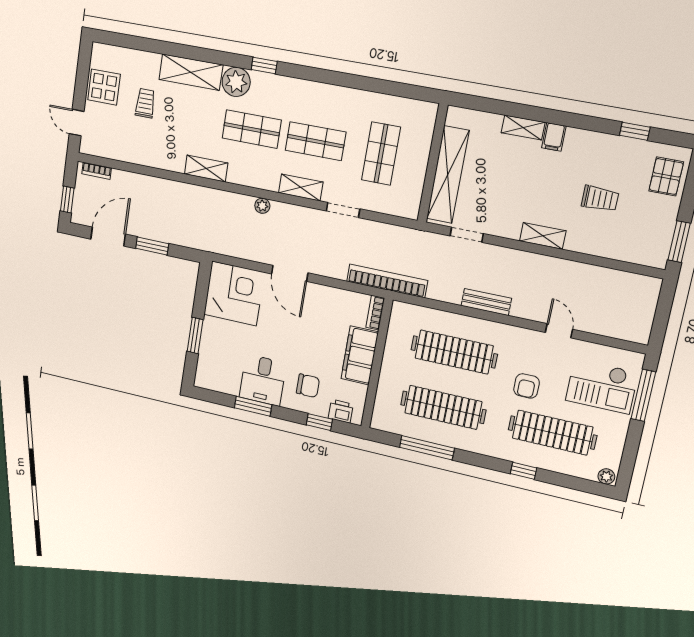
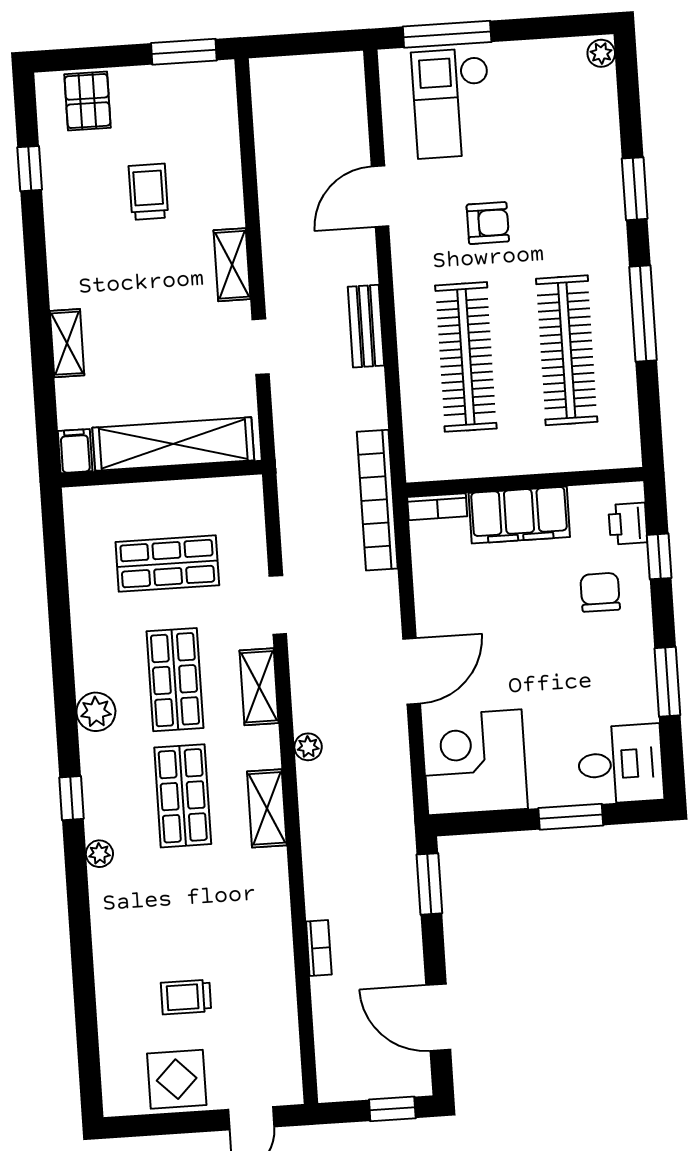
shelving: (191, 72) -> (113, 925), removed
plant: (236, 82) -> (99, 854), width x0.53, depth x0.53
plant: (308, 91) -> (96, 712), added
filing cabinet: (554, 137) -> (75, 451), moved, turned -90
shelving: (206, 169) -> (267, 808), moved
bookcase: (97, 171) -> (319, 948), moved
pallet: (666, 176) -> (87, 101), turned 90
doorway: (467, 235) -> (261, 347), moved
window: (152, 246) -> (429, 884), moved
door: (559, 331) -> (380, 196), width x1.38
desk: (263, 380) -> (621, 764), moved
checkout: (602, 386) -> (452, 103), turned 180
clothes rail: (552, 433) -> (554, 160), removed
window: (427, 448) -> (643, 313), moved
window: (523, 471) -> (635, 189), width x1.50

